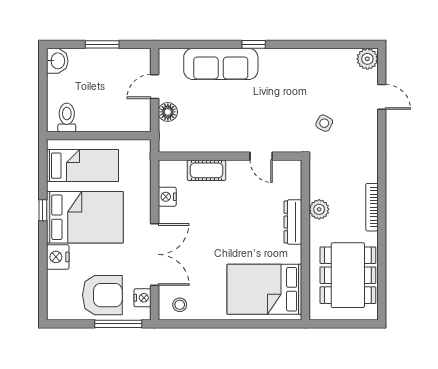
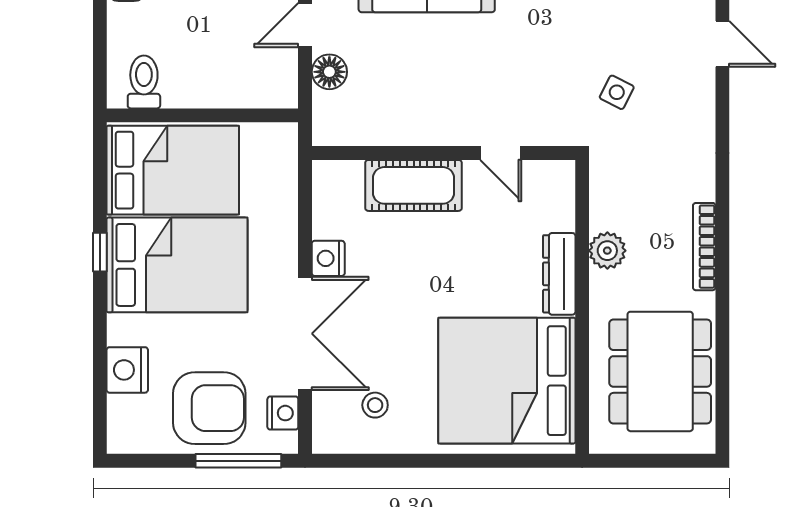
bed: (82, 166) -> (173, 170), width x1.50
cot: (207, 170) -> (414, 185), width x1.37, depth x1.34
nightstand: (167, 197) -> (328, 258), moved
nightstand: (58, 257) -> (127, 370), moved
bed: (264, 289) -> (507, 381), width x1.36
stool: (180, 305) -> (375, 405), moved

